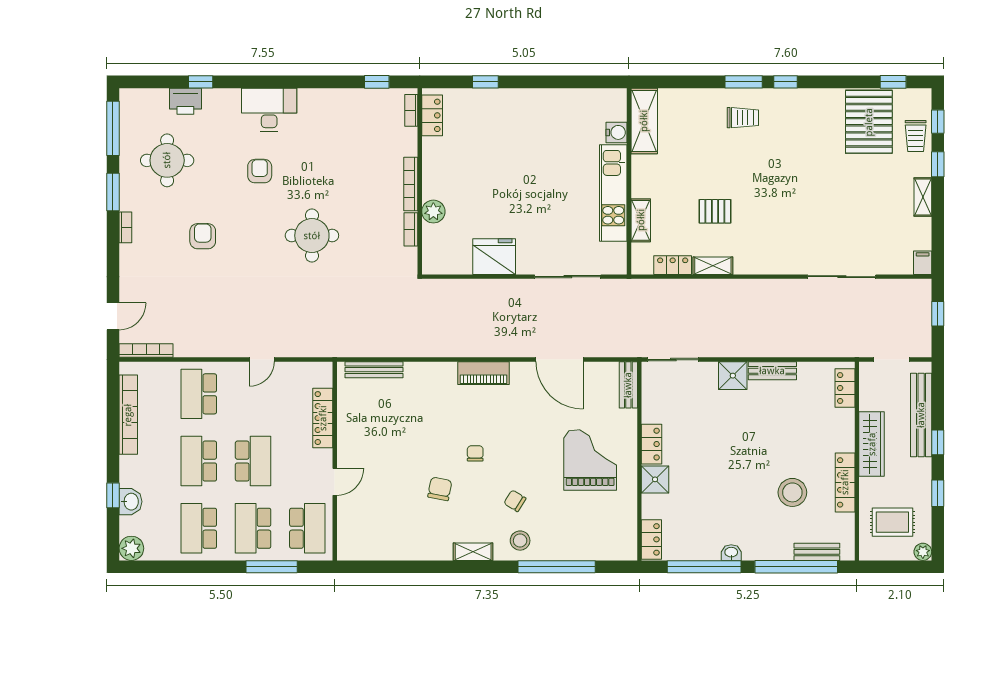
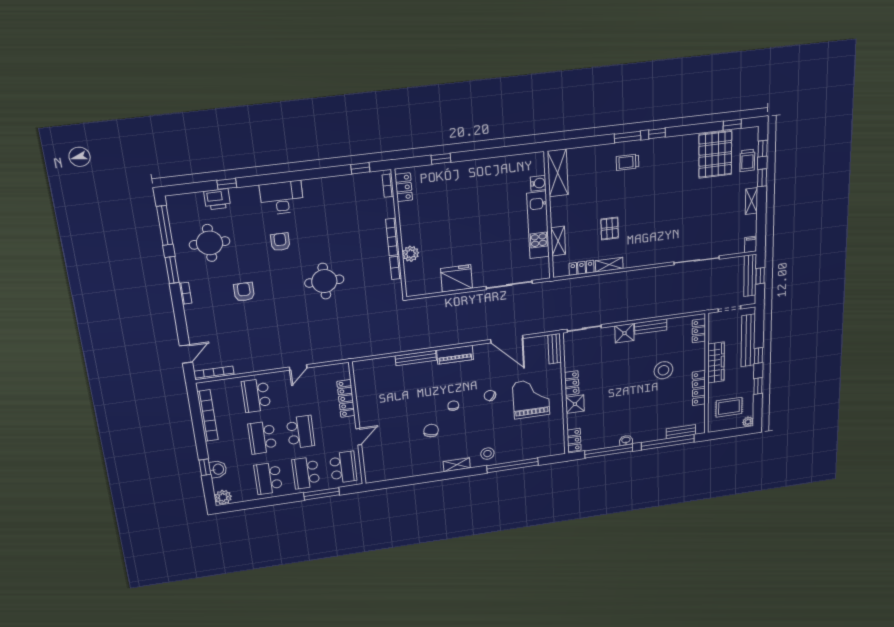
trolley: (743, 118) -> (628, 162), turned 180
pallet: (715, 211) -> (610, 228), turned 90
bench: (922, 311) -> (750, 275), added
bench: (374, 370) -> (416, 358), moved
stool: (792, 492) -> (663, 370), moved
chair: (515, 501) -> (490, 396), moved

